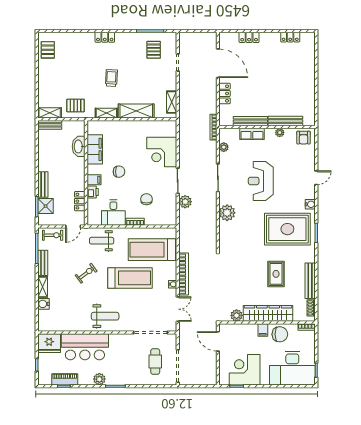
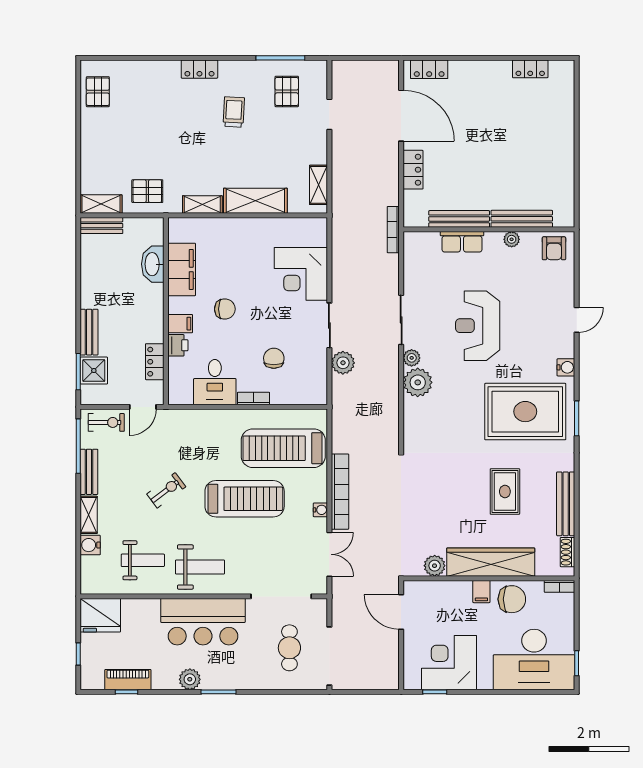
locker: (249, 37) -> (429, 69), moved
trolley: (111, 78) -> (234, 112), moved
plant: (224, 147) -> (412, 358), moved
weight bench: (102, 241) -> (143, 560), moved, turned 180
bar counter: (85, 347) -> (203, 622), moved

